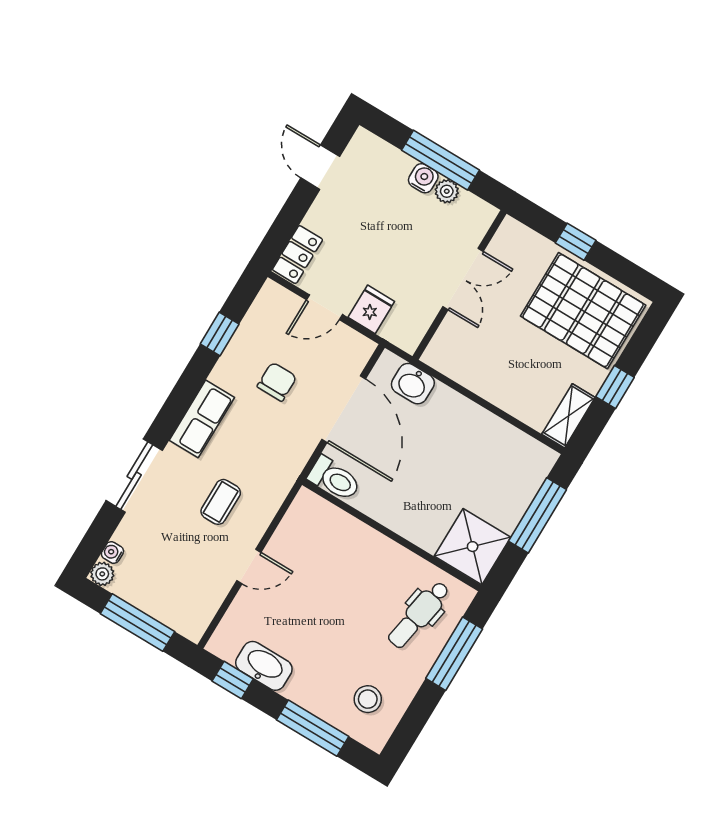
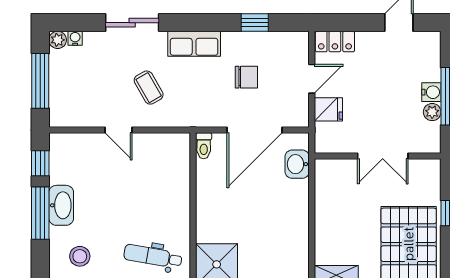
door: (324, 307) -> (312, 79), swing flipped
toilet: (334, 479) -> (204, 146), width x0.73, depth x0.72
coffee table: (221, 502) -> (149, 88), turned 60
washbasin: (264, 666) -> (61, 205), moved
window: (313, 728) -> (40, 213), moved

